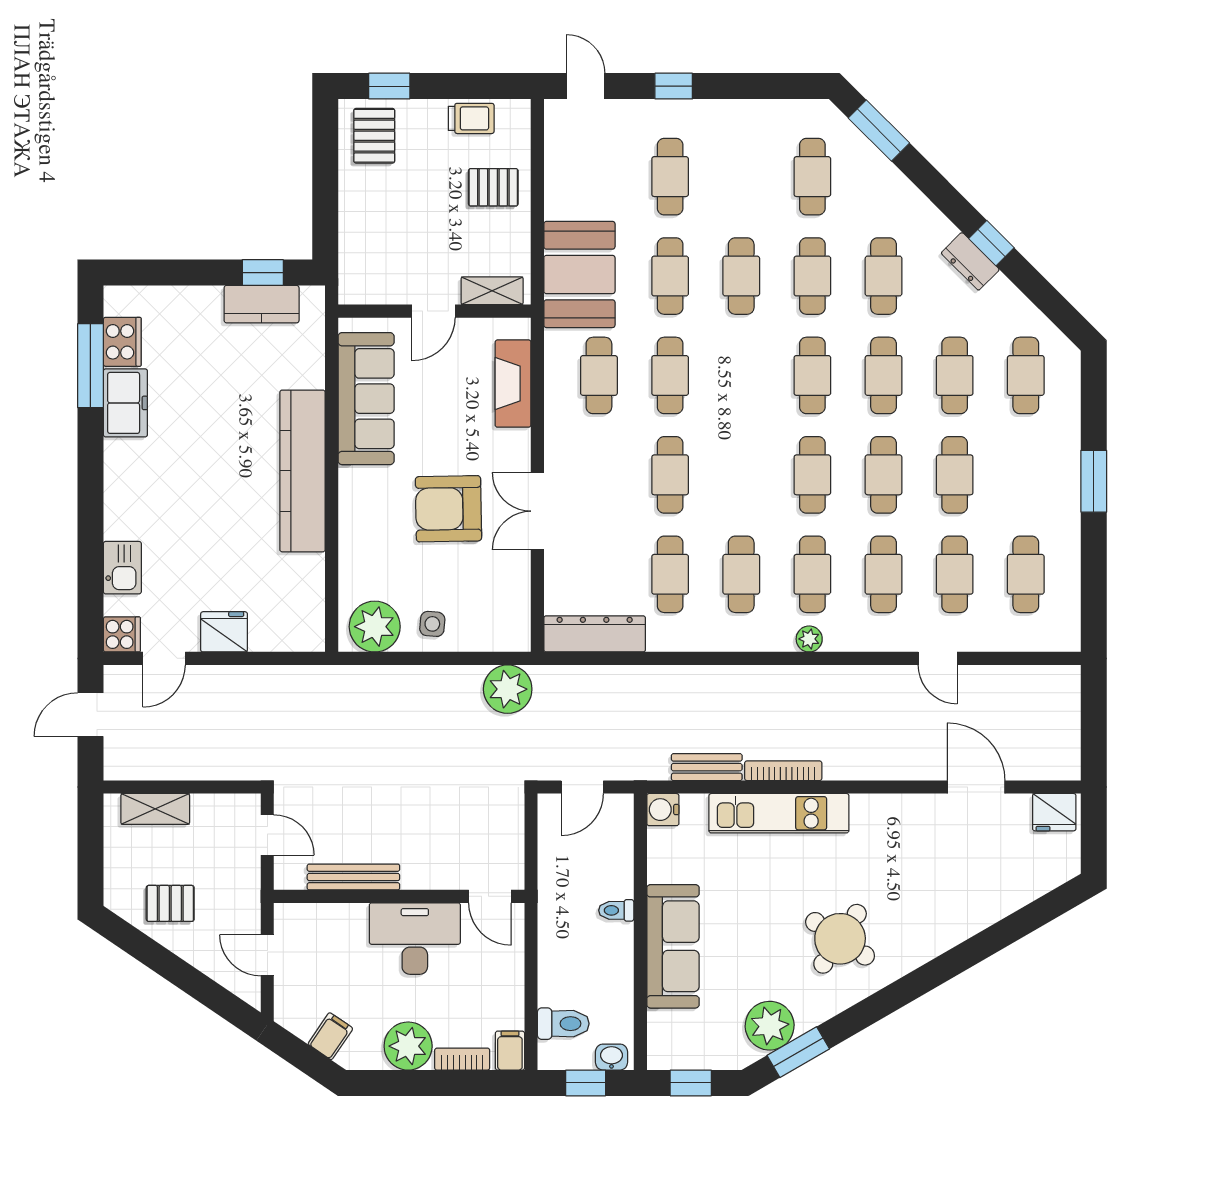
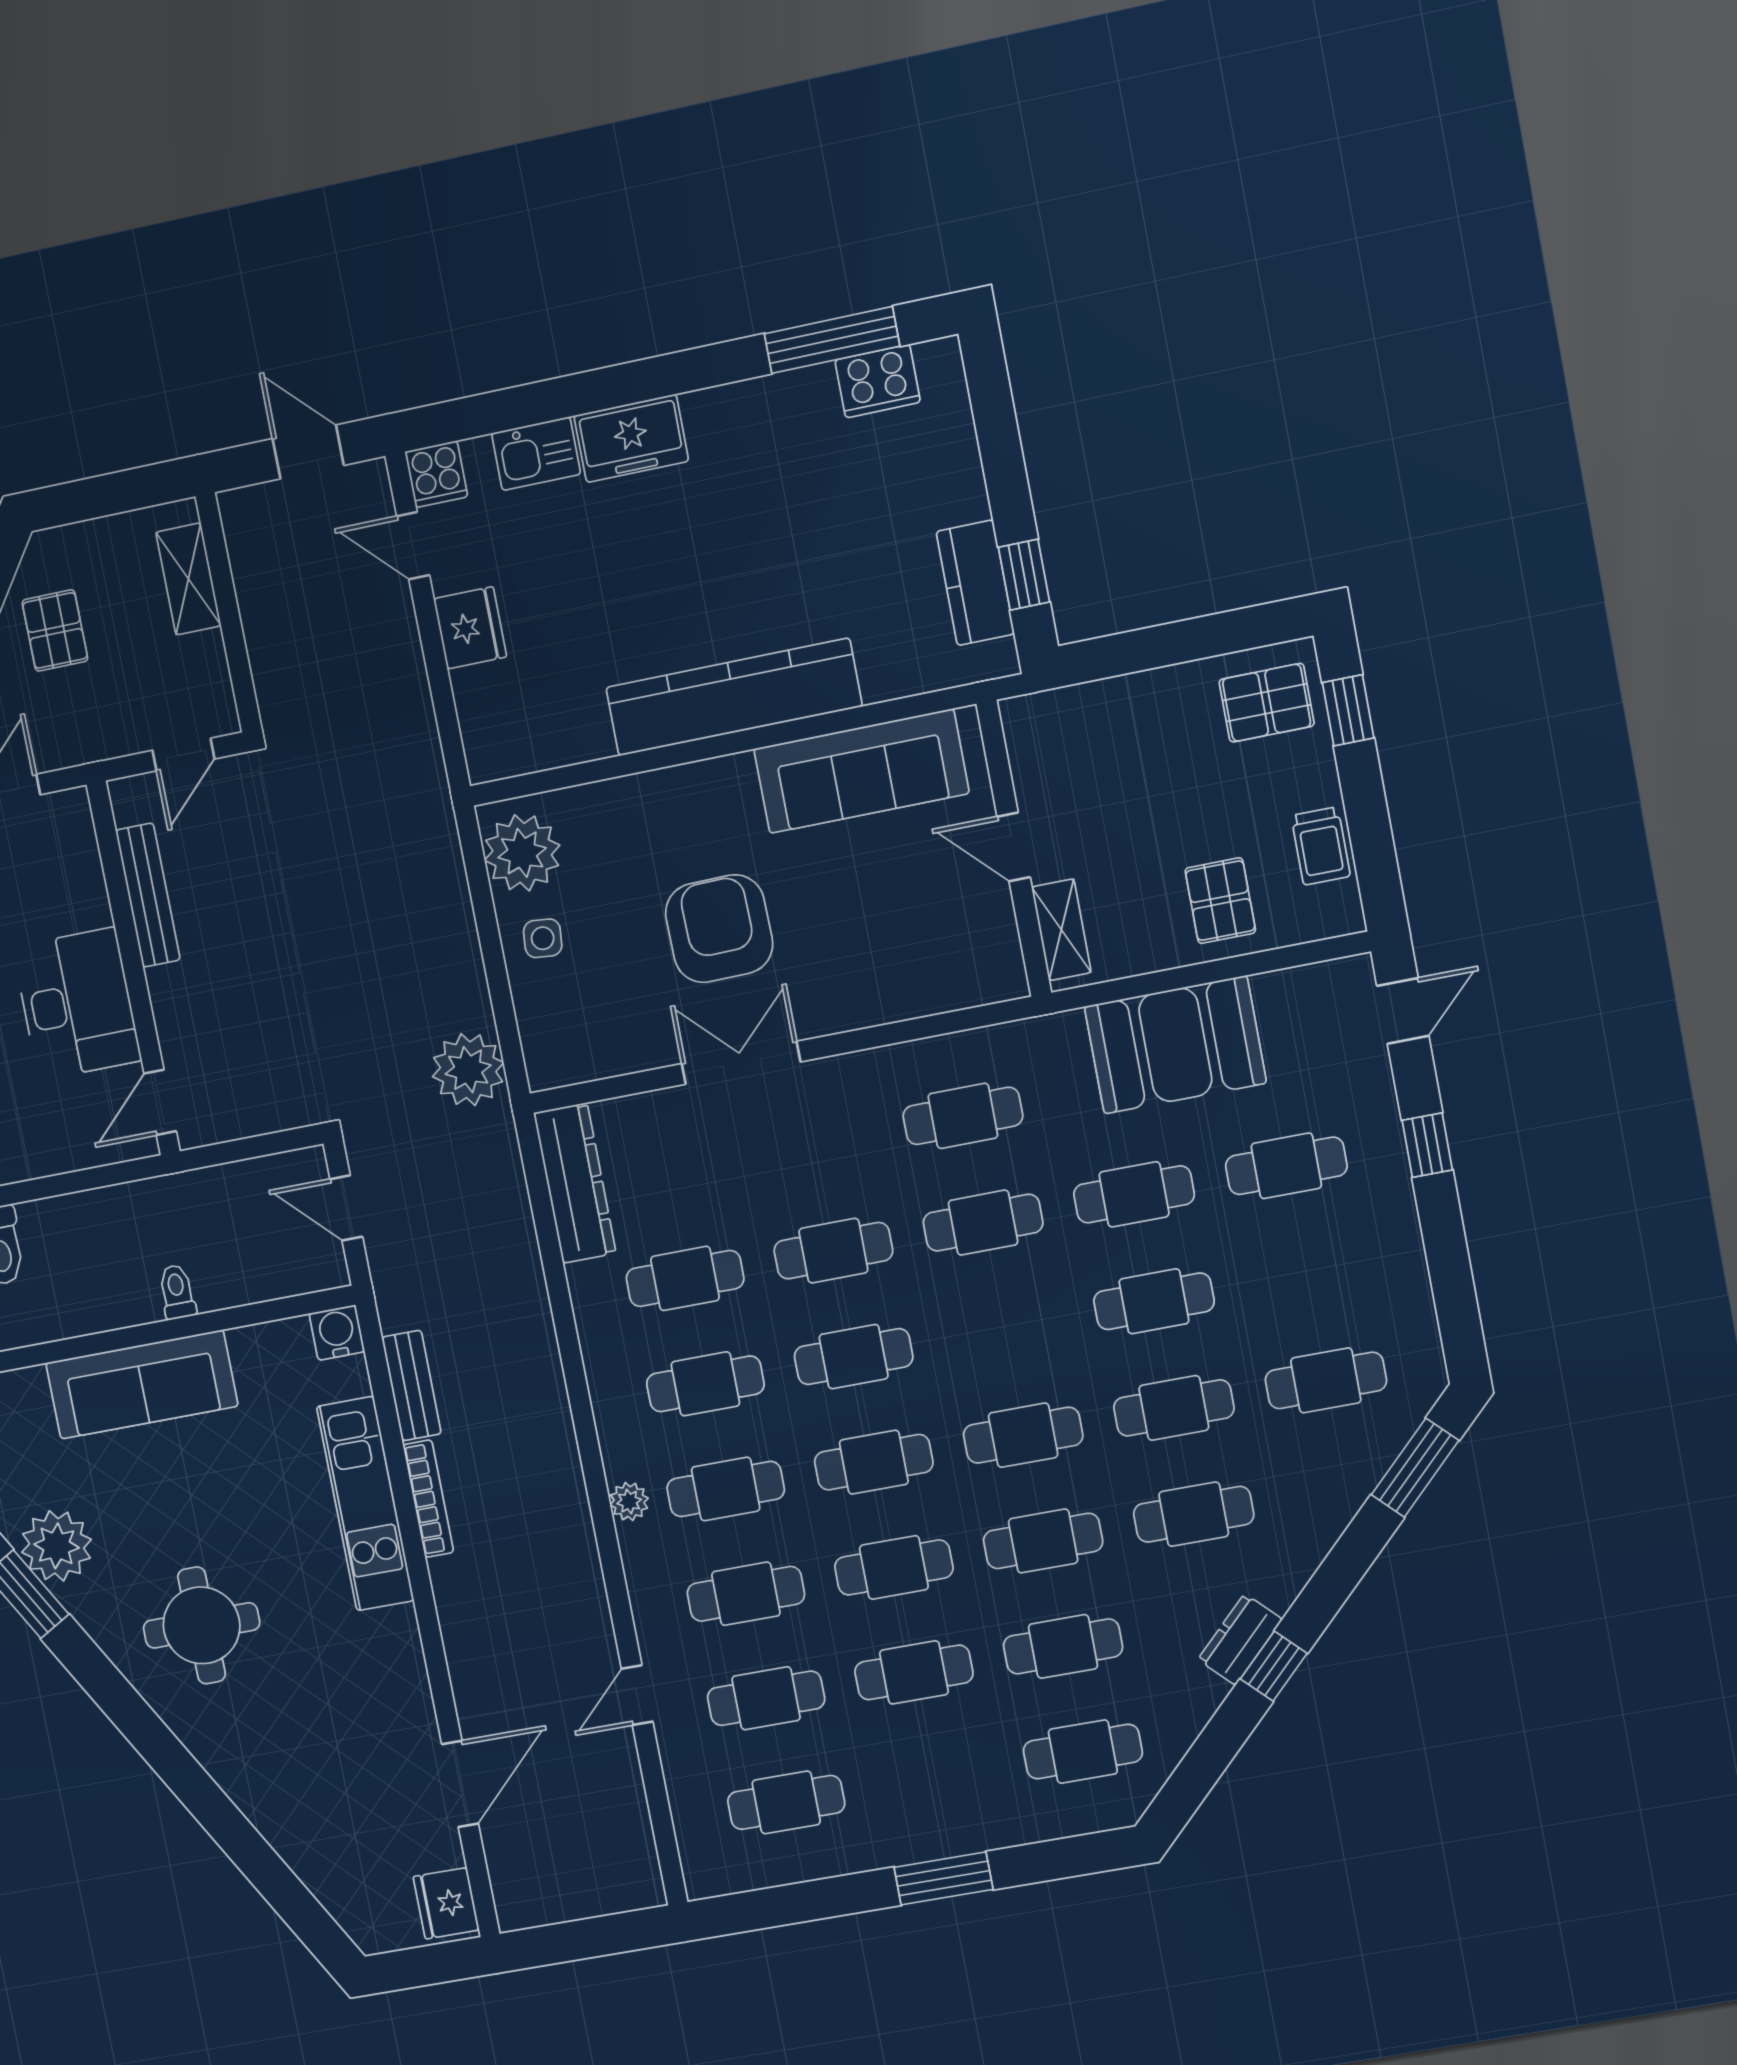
booth: (579, 274) -> (1175, 1045), moved
fireplace: (513, 384) -> (926, 989), removed
freezer: (125, 403) -> (631, 438), moved
cafe table: (741, 475) -> (854, 1357), added
round table: (840, 939) -> (202, 1625), turned -34

